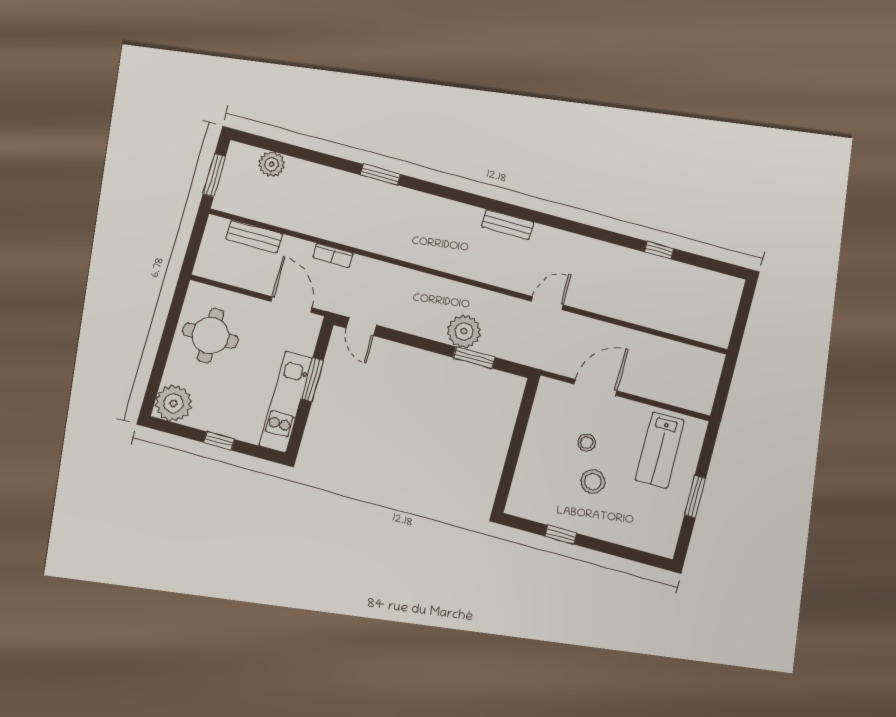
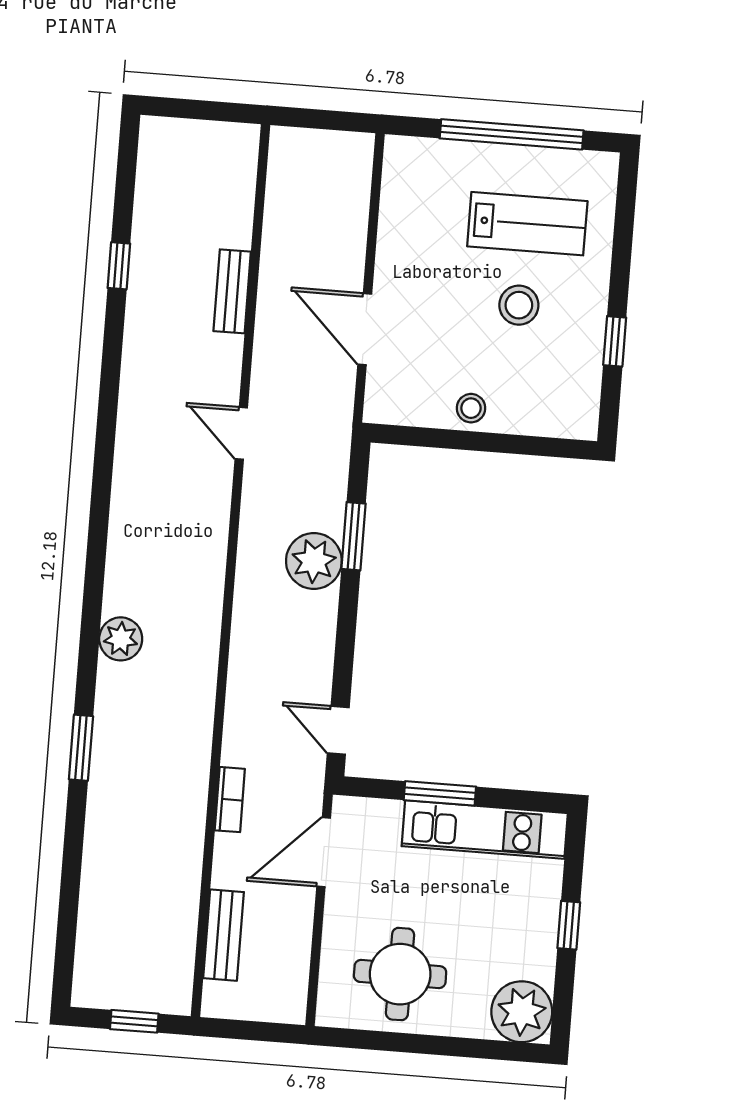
plant: (272, 164) -> (121, 639), moved
window: (214, 175) -> (134, 1021), width x0.67
bench: (508, 225) -> (232, 291), moved
door: (361, 327) -> (338, 730), swing flipped
stool: (587, 442) -> (471, 408), moved
lab bench: (660, 450) -> (527, 224), moved
window: (695, 497) -> (512, 134), width x2.11

